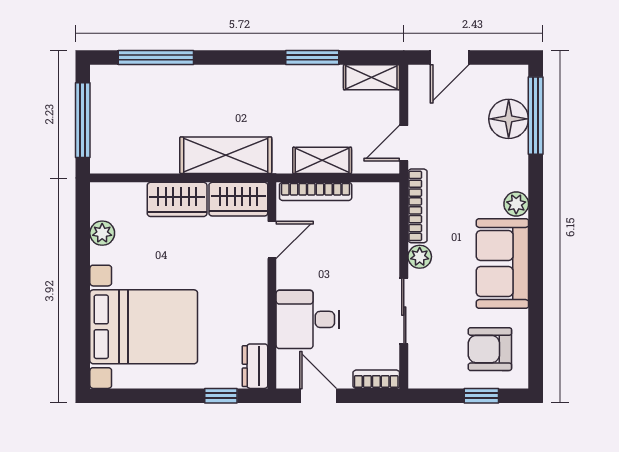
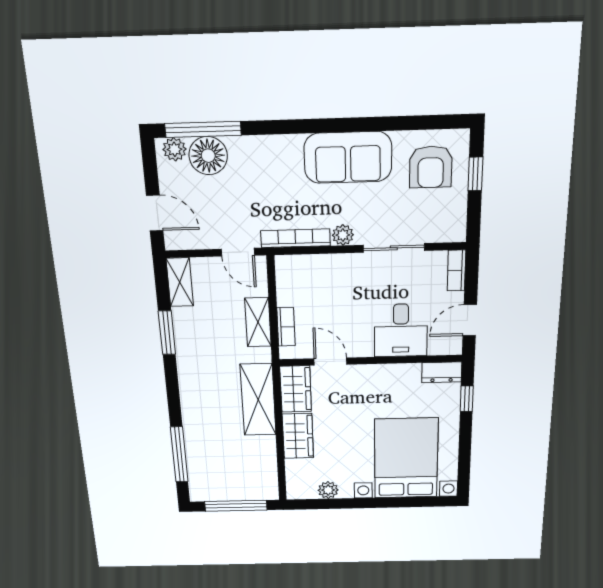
bookcase: (316, 191) -> (286, 327), width x0.64
plant: (516, 204) -> (174, 149), moved

